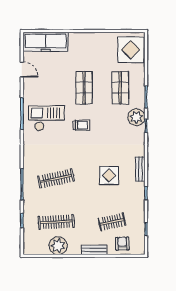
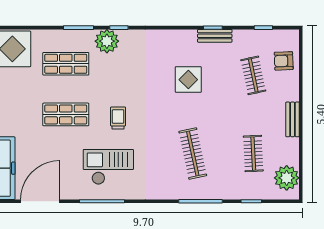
door: (22, 70) -> (40, 201), width x1.88
checkout: (47, 118) -> (108, 167), turned 90
bench: (140, 169) -> (215, 36), moved
clothes rail: (56, 222) -> (253, 154), width x0.73
plant: (58, 246) -> (287, 178), moved
bench: (94, 250) -> (293, 119), moved

